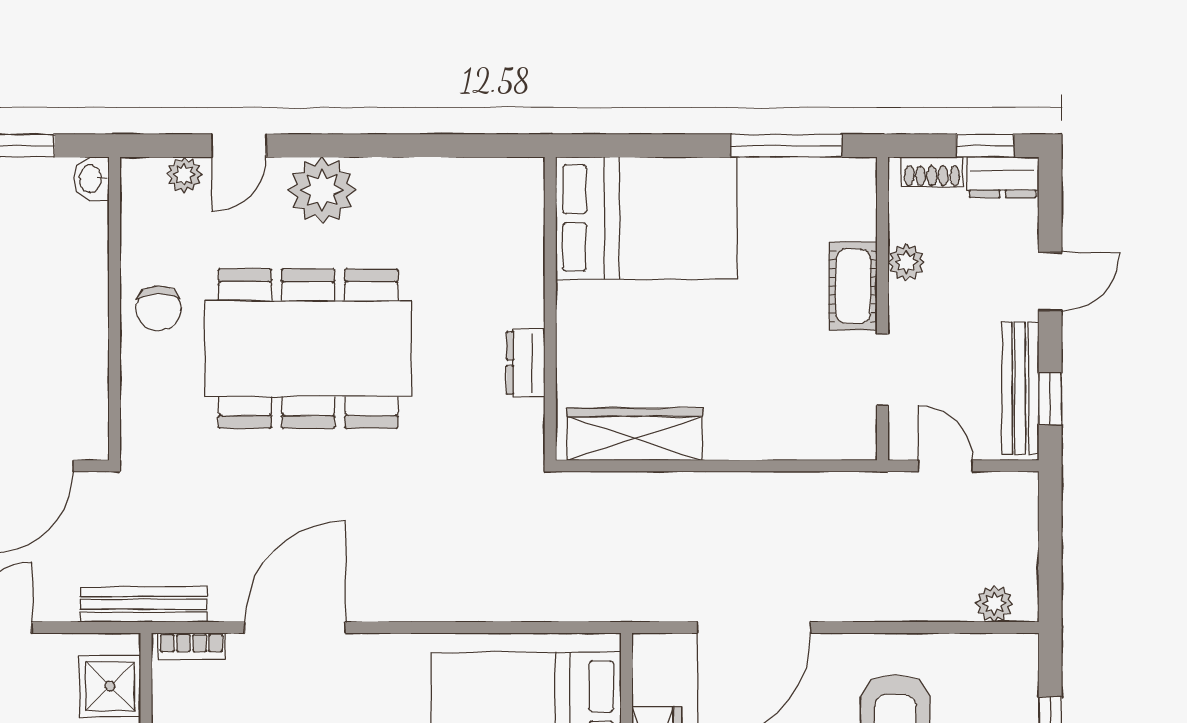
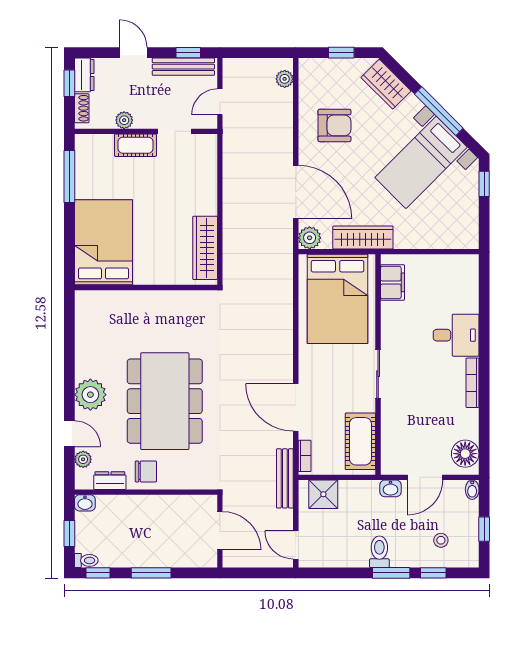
dresser: (526, 363) -> (110, 481), moved, turned 180
plant: (656, 657) -> (310, 238), added

